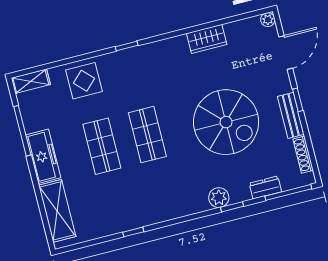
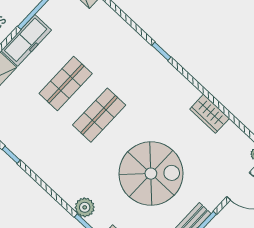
display table: (84, 81) -> (110, 34), removed
spiral stairs: (226, 122) -> (151, 174), turned -90

